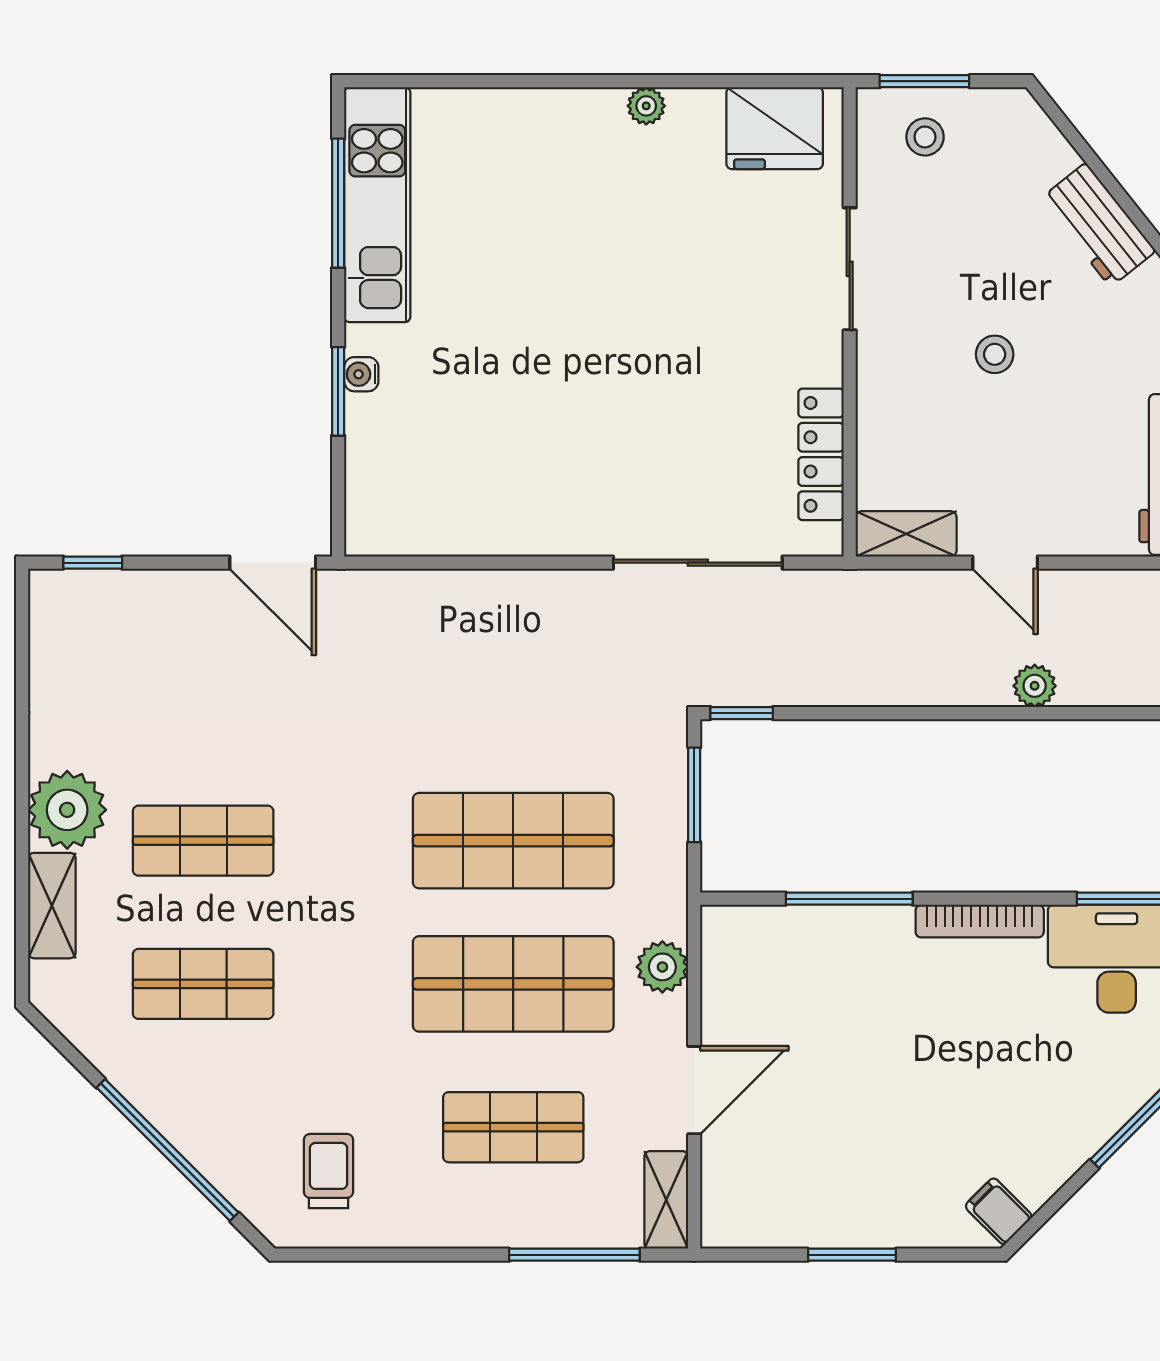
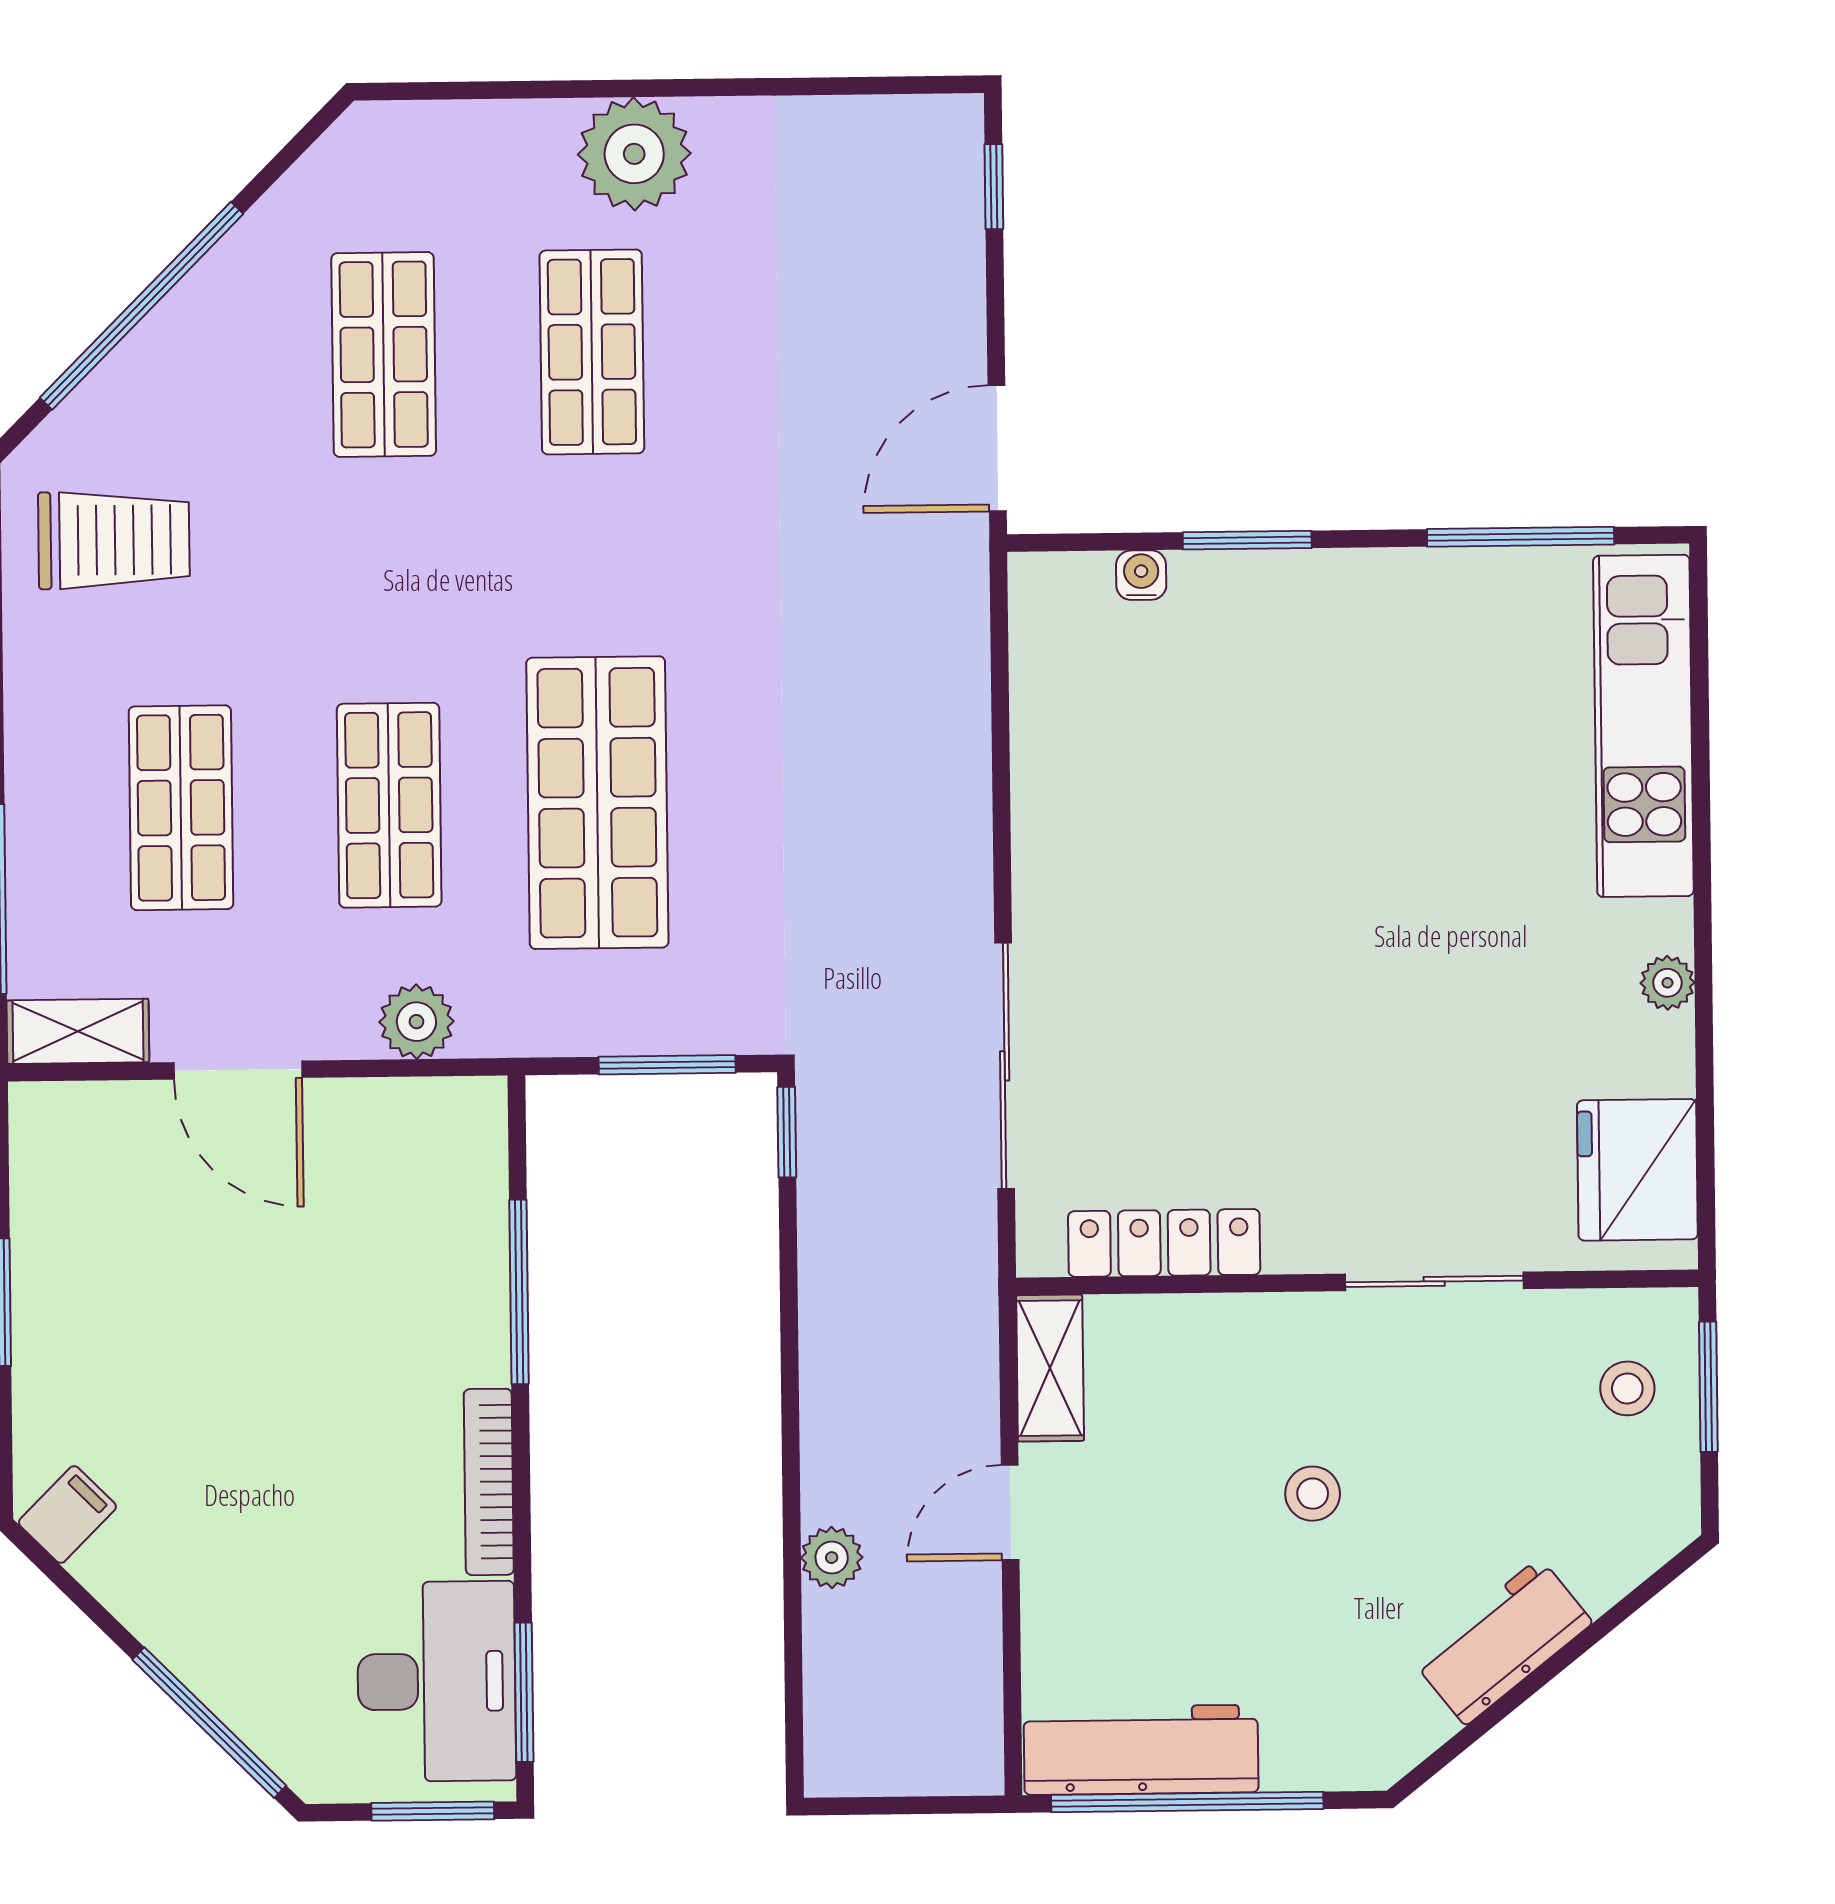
kitchen unit: (377, 205) -> (1643, 726), moved, turned 90
water cooler: (361, 374) -> (1141, 575), moved
shelving: (52, 906) -> (495, 133), removed
shop shelf: (513, 984) -> (389, 805), width x0.70, depth x0.74
trolley: (328, 1171) -> (114, 540), width x1.36, depth x1.39

